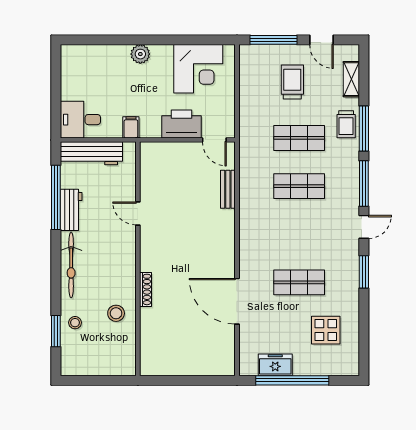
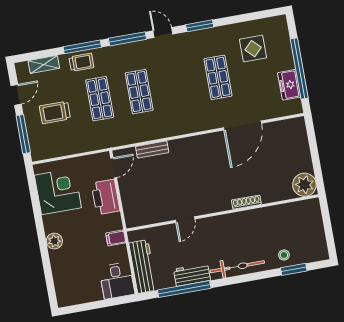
stool: (116, 313) -> (270, 223), removed
plant: (154, 362) -> (304, 185), added

